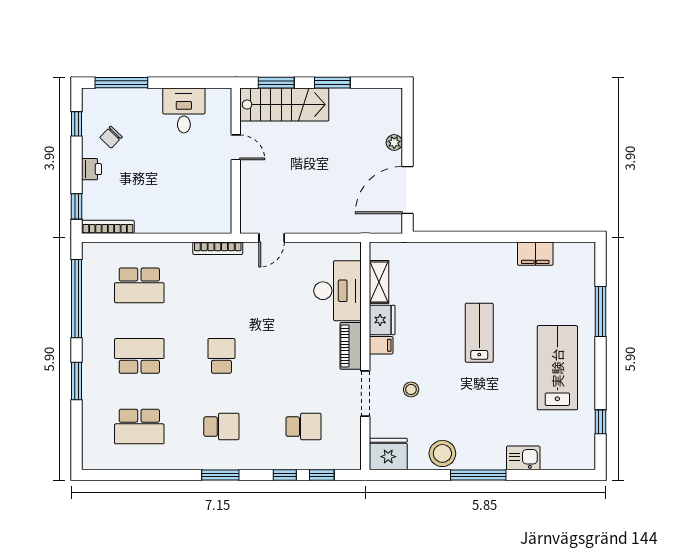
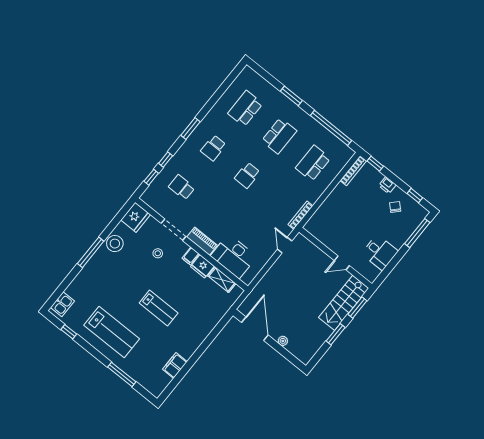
school desk: (221, 356) -> (247, 175), turned 90
school desk: (304, 427) -> (182, 187), turned 90
kitchen sink: (523, 458) -> (62, 304), moved

